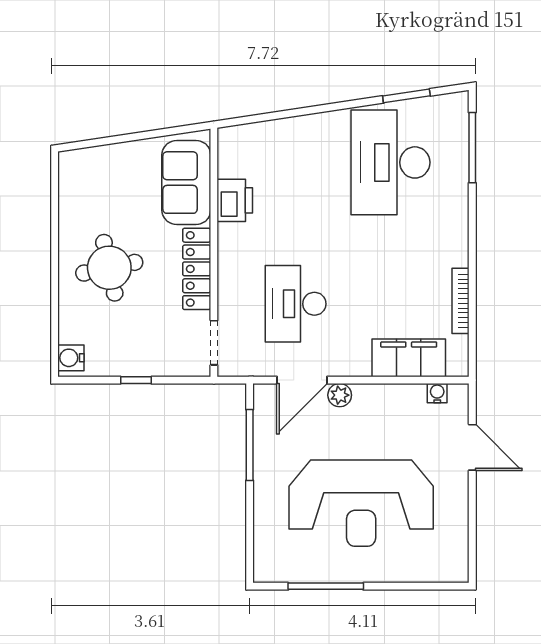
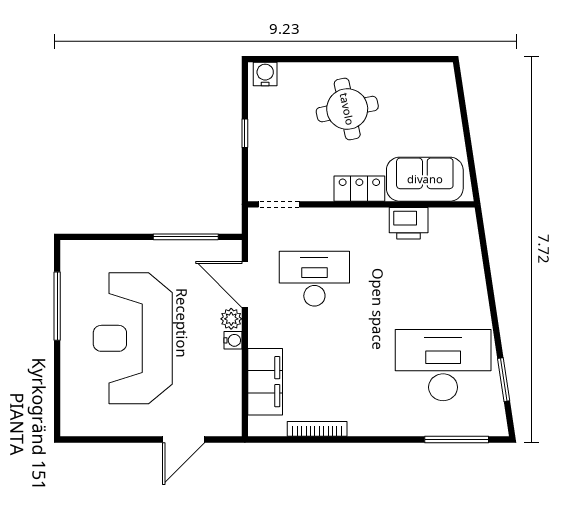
locker: (197, 269) -> (359, 189), width x0.66
water cooler: (437, 393) -> (233, 340), moved

